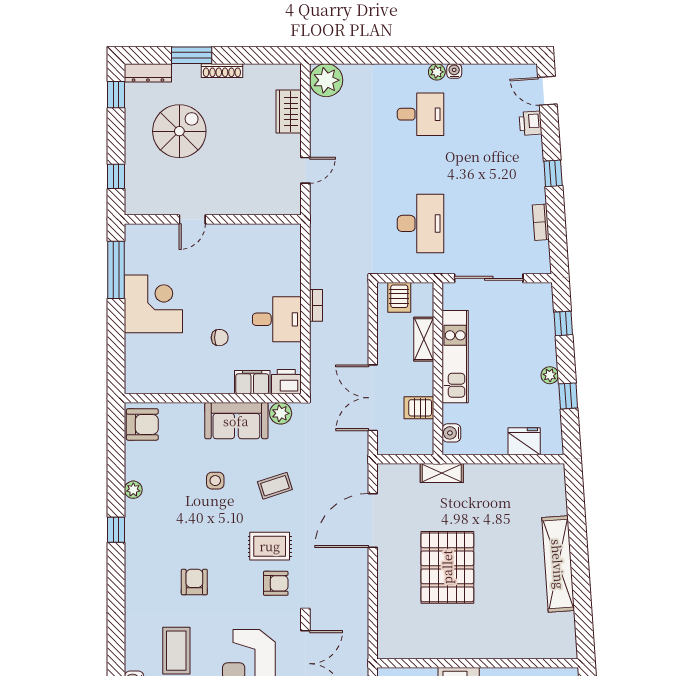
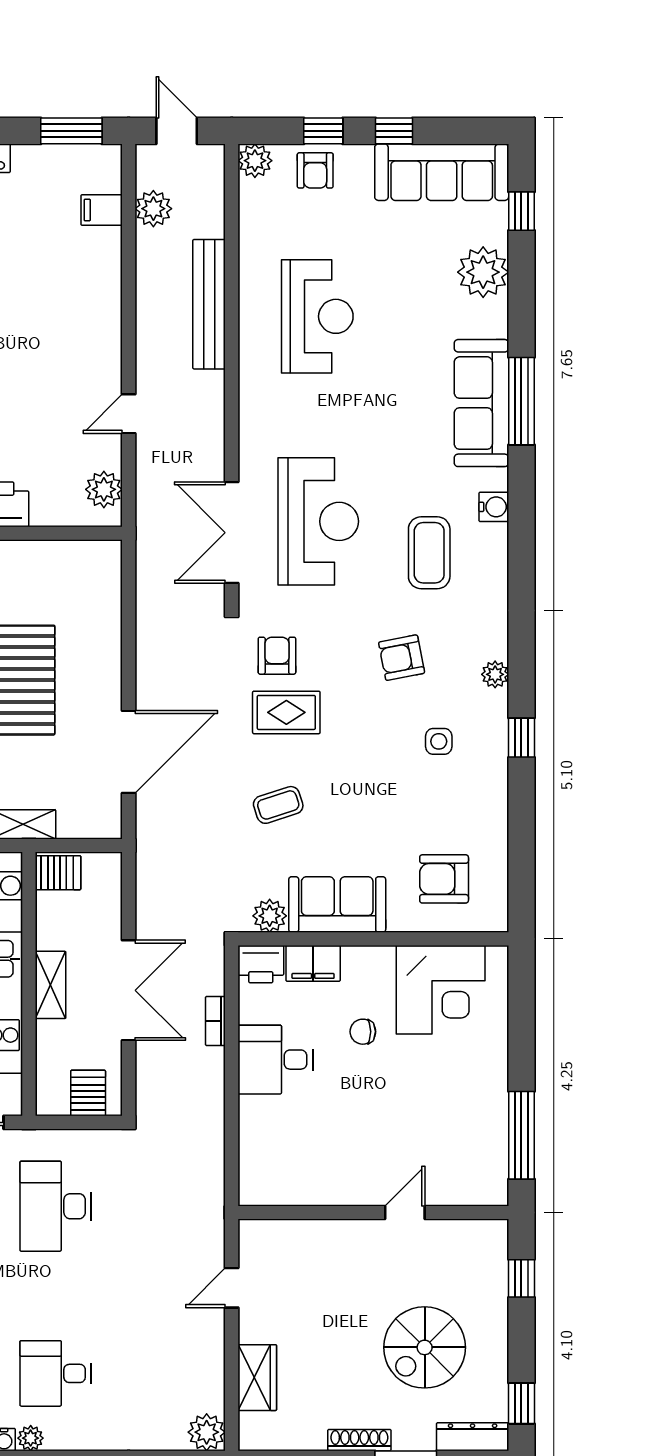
plant: (326, 80) -> (207, 1432), width x0.73, depth x0.73
corner desk: (153, 304) -> (441, 990), moved, turned -90
bookcase: (316, 305) -> (215, 1021), moved
shelving: (424, 339) -> (50, 985), moved
double door: (373, 398) -> (129, 990), moved
server rack: (419, 408) -> (58, 873), moved
armchair: (142, 424) -> (444, 879), moved
side table: (215, 481) -> (439, 741), moved
plant: (133, 490) -> (495, 674), moved
armchair: (194, 582) -> (402, 658), turned 79
armchair: (276, 583) -> (277, 656), turned 90

